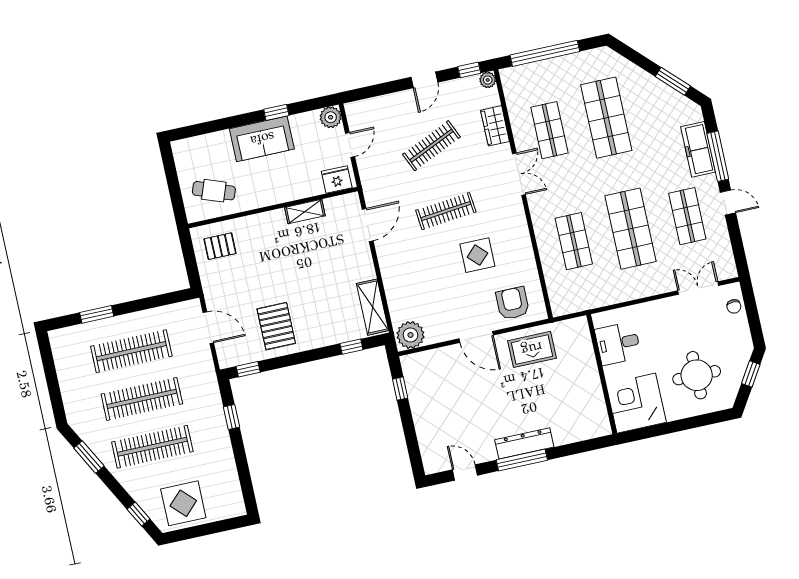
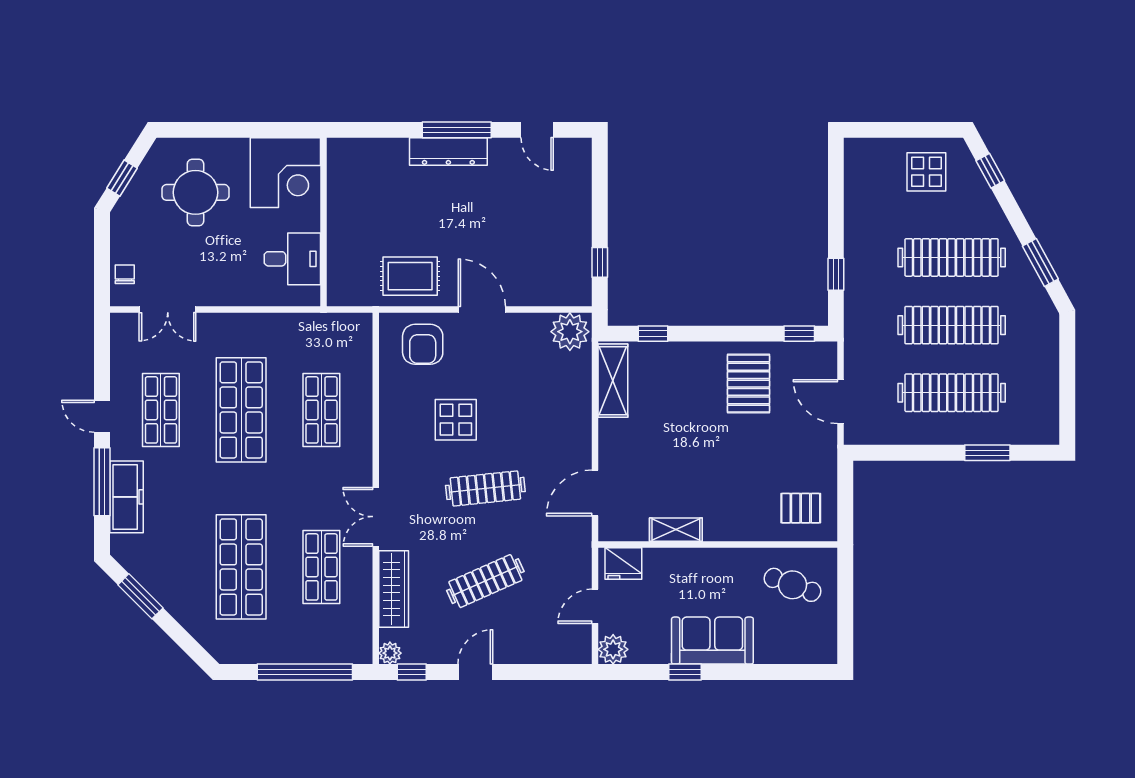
wardrobe: (495, 126) -> (394, 589), width x1.50
display table: (183, 503) -> (926, 172), width x0.73, depth x0.73

